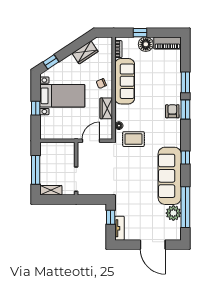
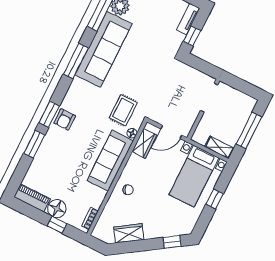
sofa: (125, 81) -> (110, 161), moved
bed with nightstands: (62, 96) -> (194, 176), moved, turned -90
wardrobe: (106, 108) -> (144, 143), moved
rug: (133, 139) -> (123, 110), turned 90
window: (185, 157) -> (76, 61), width x2.17
shelving: (51, 190) -> (219, 147), moved

